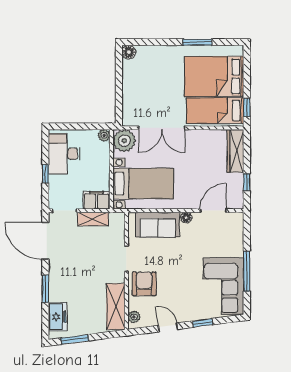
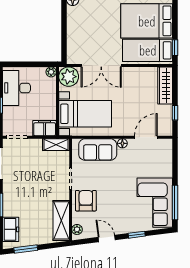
shelving: (93, 219) -> (56, 145), moved
window: (247, 271) -> (175, 203), moved

